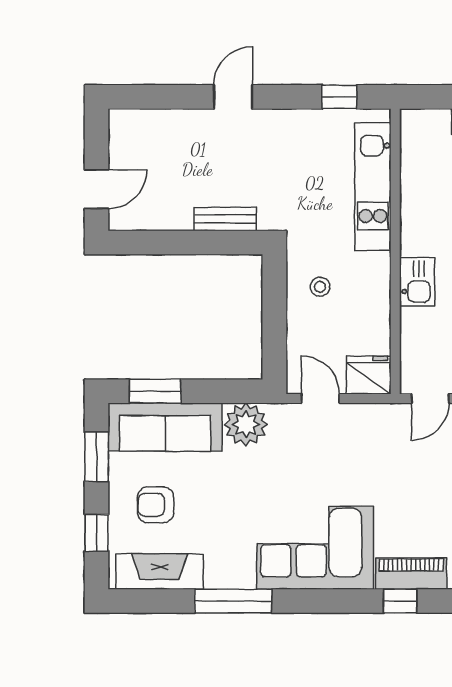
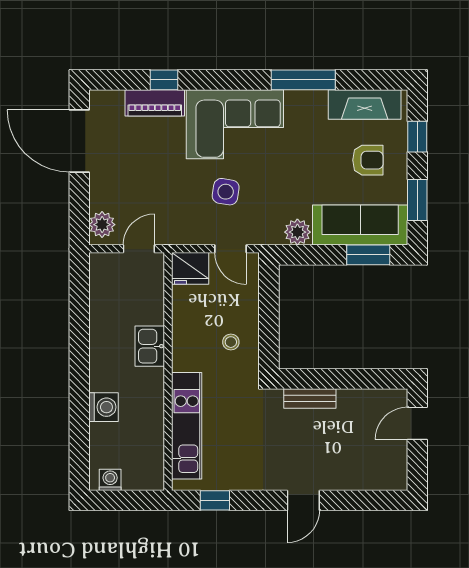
plant: (246, 424) -> (297, 232), width x0.73, depth x0.73
side table: (326, 467) -> (226, 192), added

